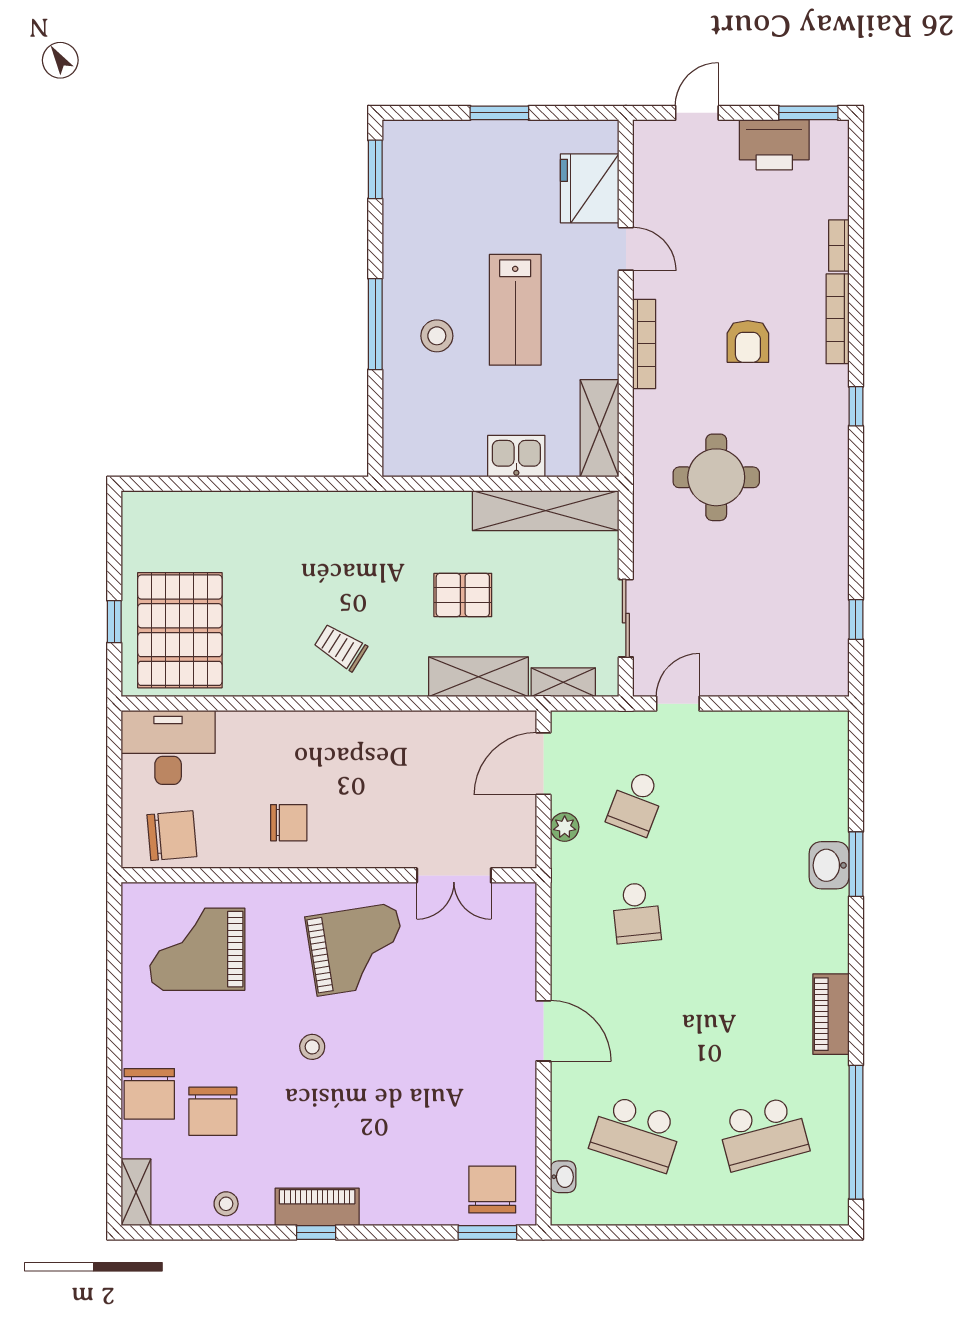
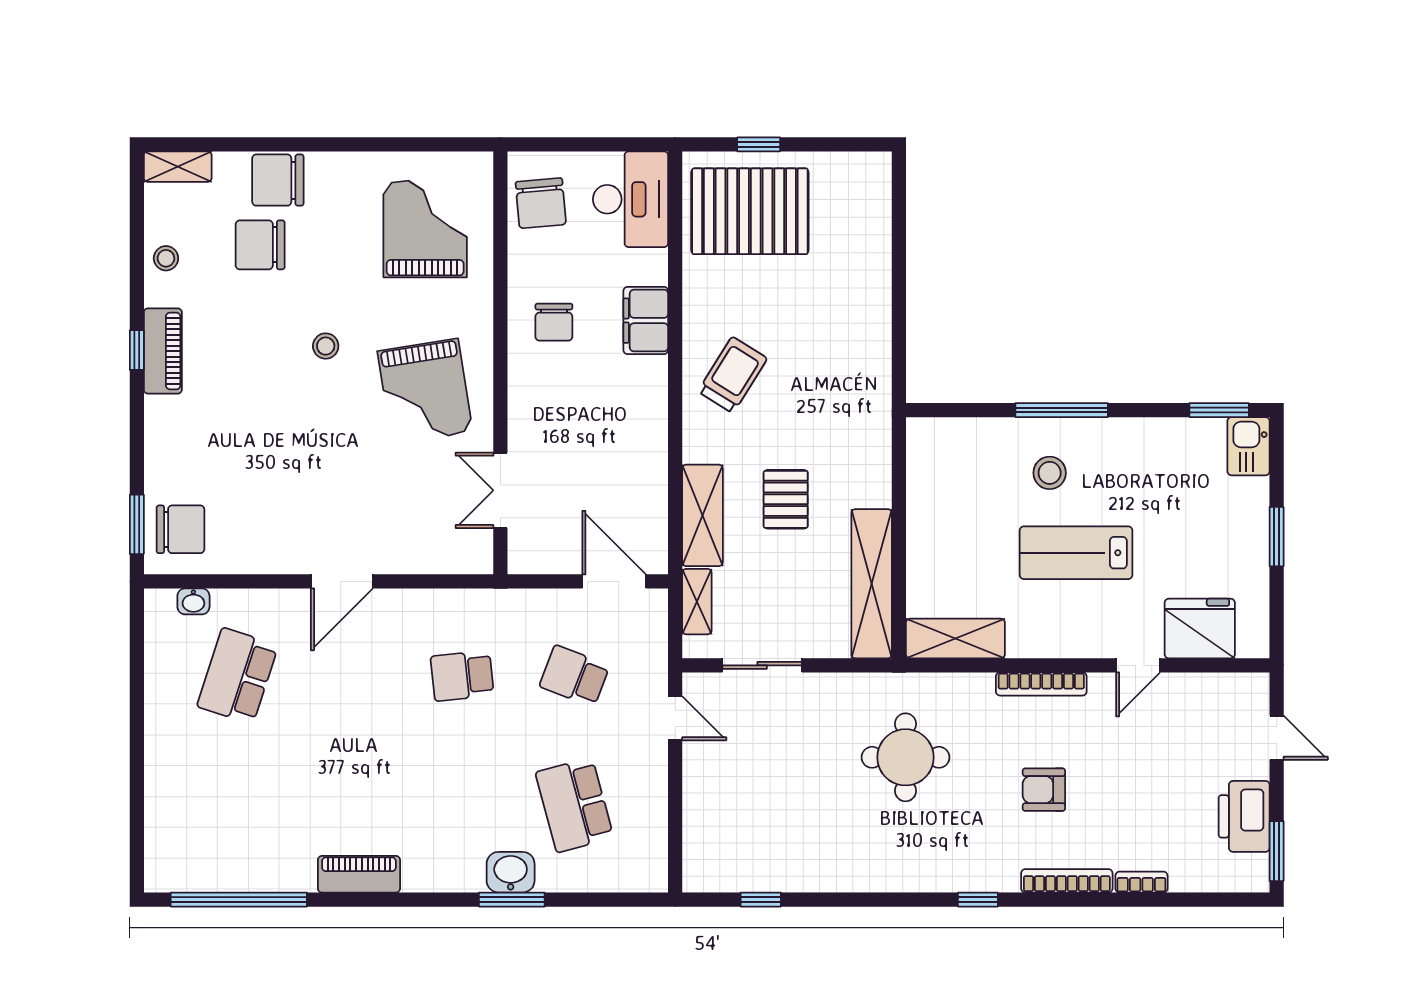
kitchen sink: (516, 456) -> (1248, 446), moved, turned 180
trolley: (341, 647) -> (733, 375), width x1.36, depth x1.39
filing cabinet: (287, 732) -> (646, 321), added
plant: (565, 827) -> (549, 603), removed
school desk: (763, 1133) -> (574, 805), moved

